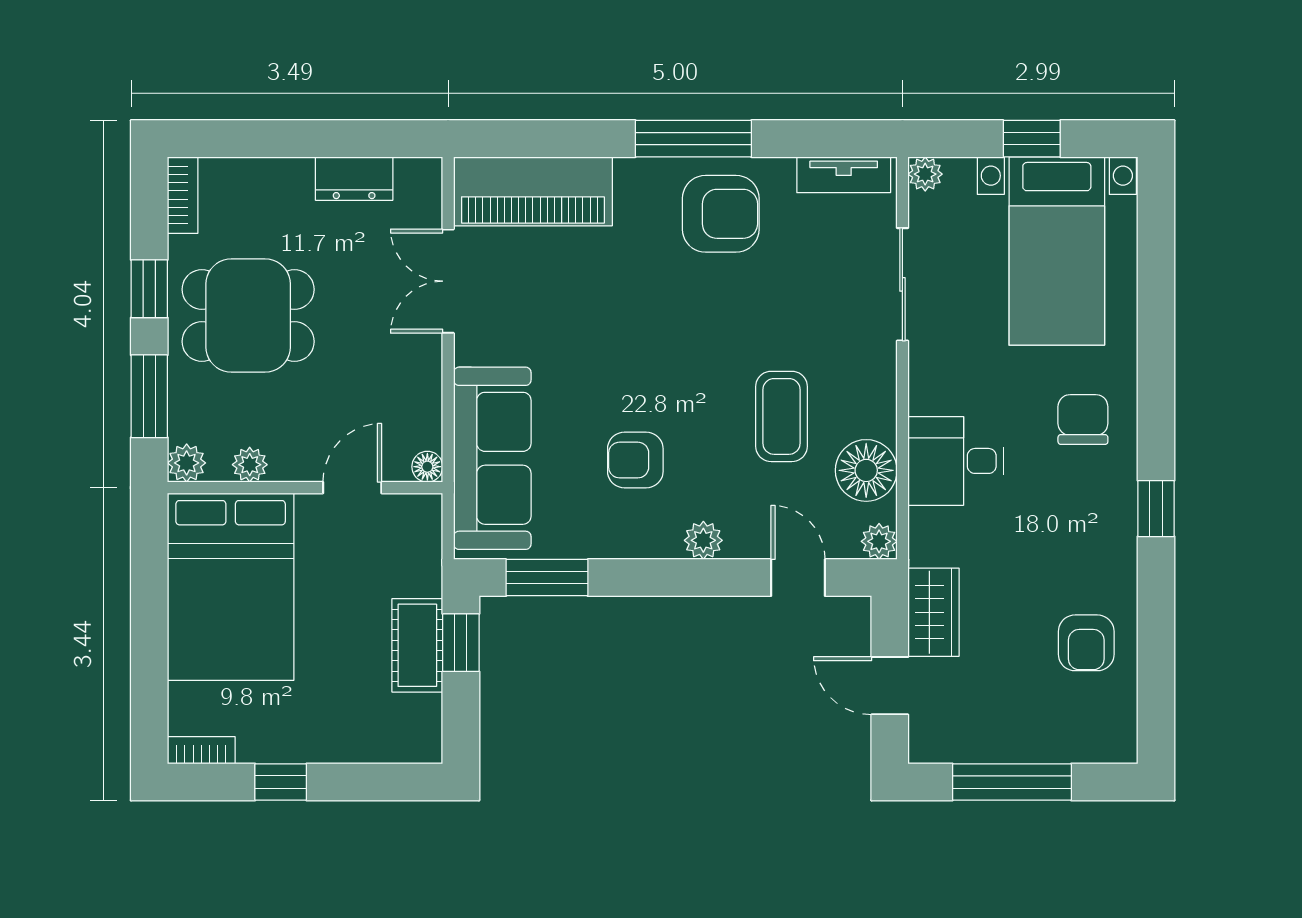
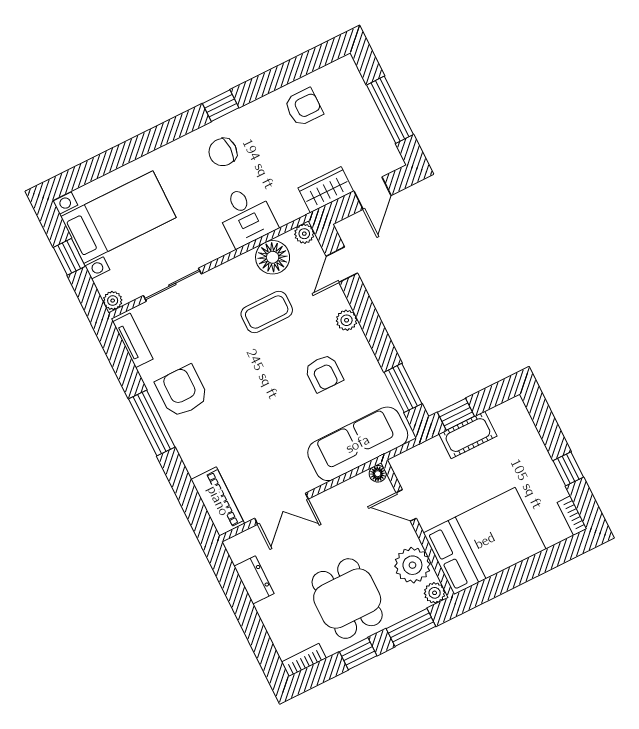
piano: (533, 191) -> (218, 501), width x0.73, depth x0.75
chair: (1083, 420) -> (223, 152), moved
plant: (250, 465) -> (412, 565), width x1.88, depth x1.88

